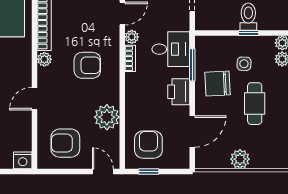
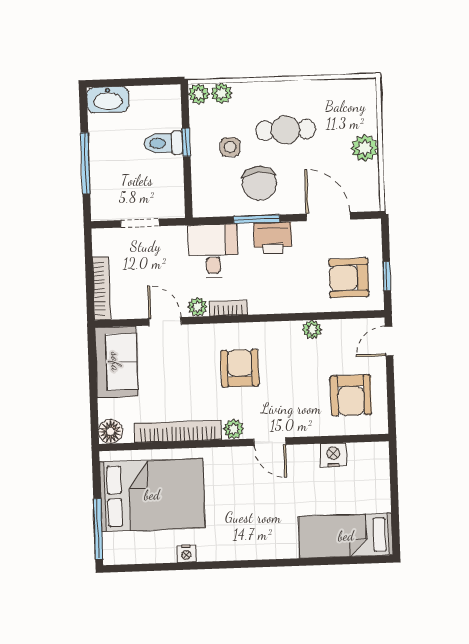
window: (192, 65) -> (257, 219), moved
door: (35, 99) -> (270, 442), moved
plant: (107, 117) -> (312, 330), width x0.53, depth x0.53
nightstand: (23, 160) -> (333, 455), moved, turned -90

